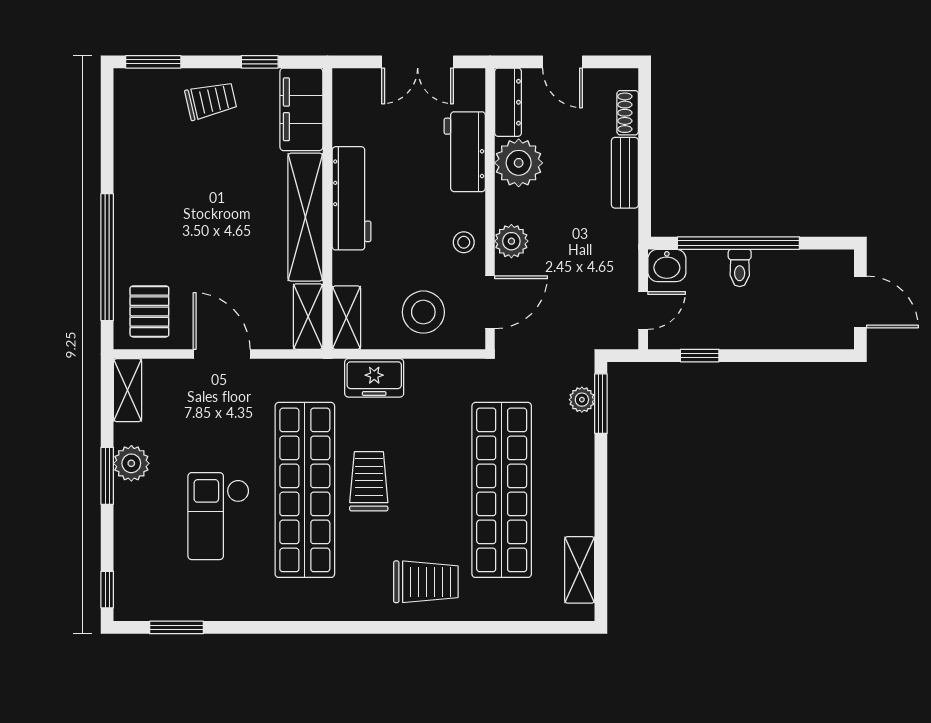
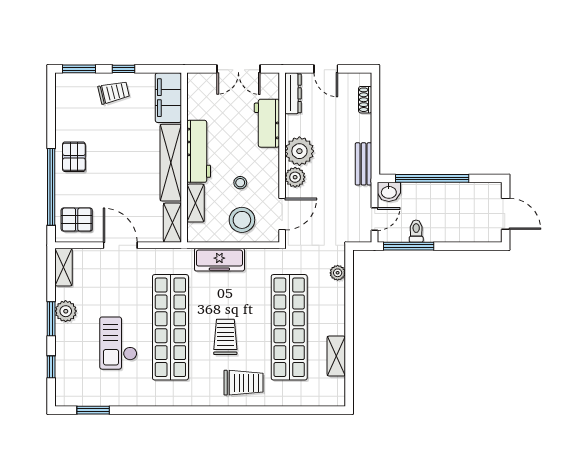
window: (260, 62) -> (123, 69), moved
plant: (519, 163) -> (299, 151), moved
bench: (625, 173) -> (364, 164), moved
pallet: (145, 207) -> (74, 157), added
stool: (464, 242) -> (240, 183), moved
toilet: (740, 268) -> (416, 231), moved, turned 180
pallet: (149, 311) -> (77, 220), turned 90
shelving: (346, 318) -> (196, 203), moved
window: (700, 356) -> (409, 246), width x2.17
freezer: (374, 378) -> (219, 260), width x1.40
window: (601, 404) -> (349, 275), removed
trolley: (369, 481) -> (225, 337), moved
shelving: (580, 570) -> (336, 356), moved
window: (107, 590) -> (51, 367), moved

